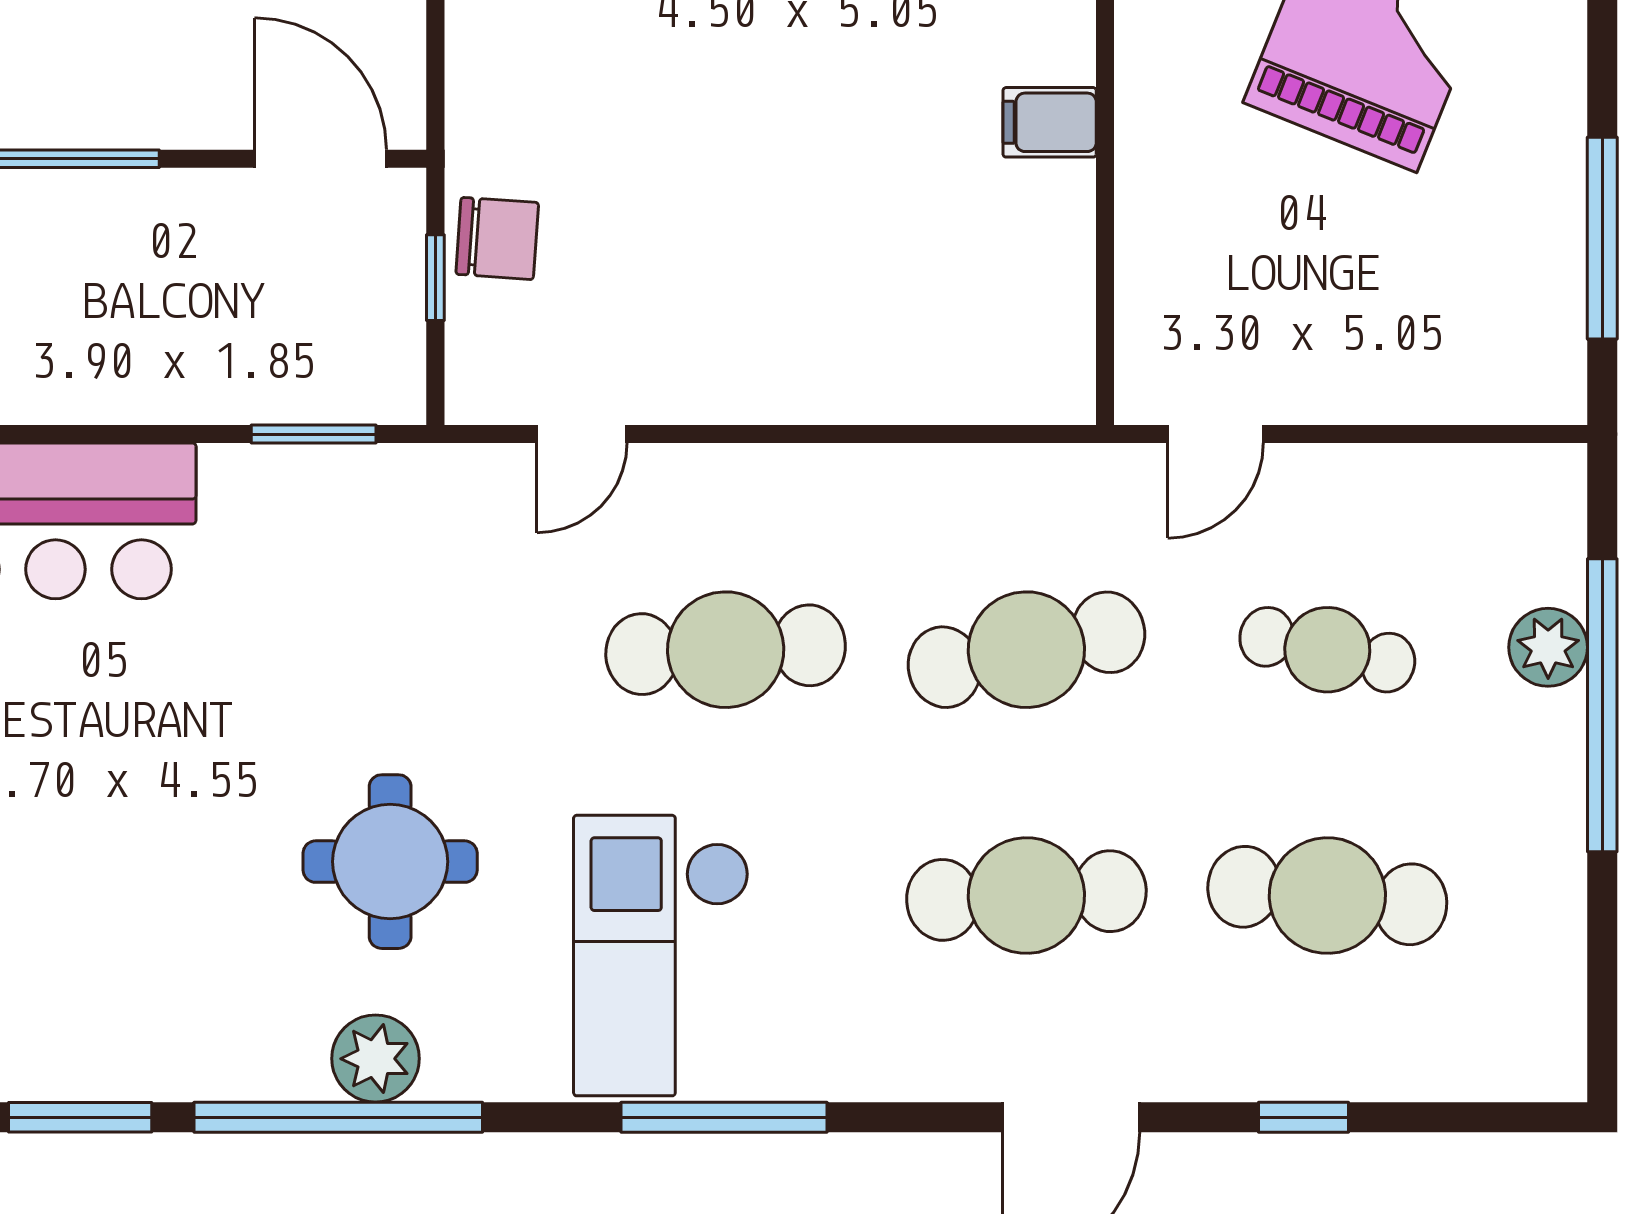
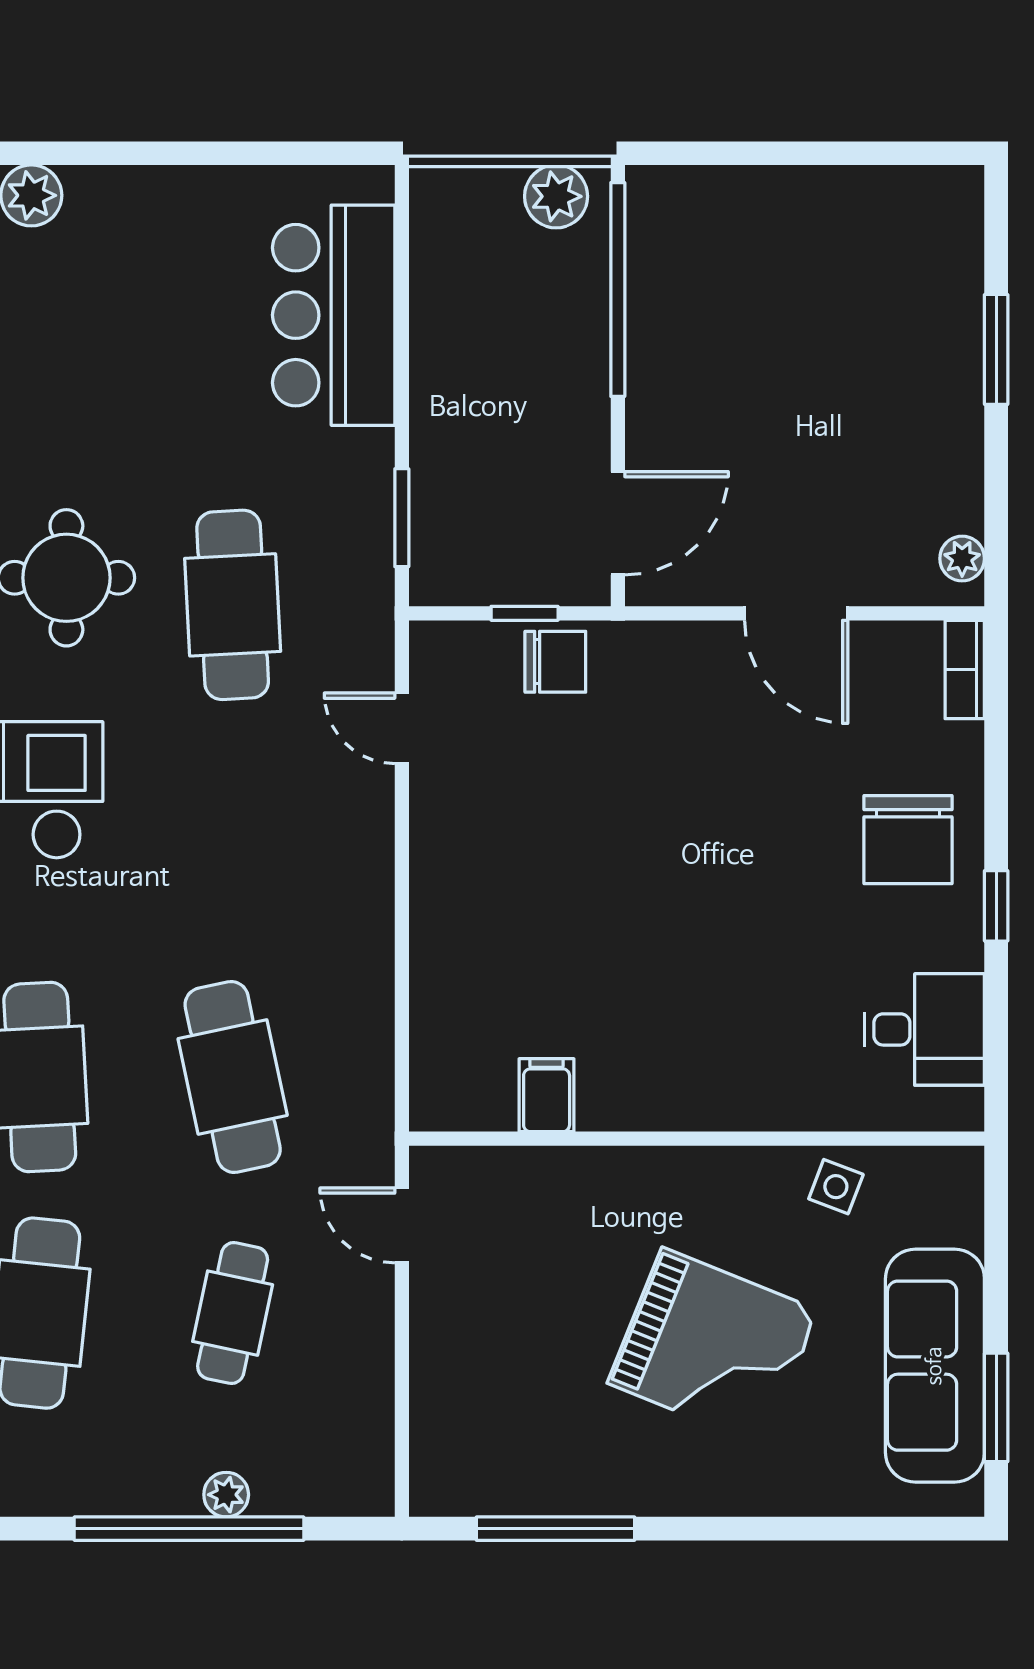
filing cabinet: (1050, 122) -> (547, 1095), moved
chair: (497, 238) -> (555, 662), turned -94
plant: (1548, 647) -> (226, 1495), width x0.73, depth x0.73
cafe table: (726, 650) -> (233, 605), moved

